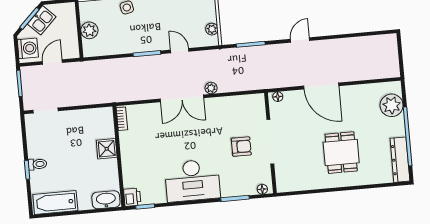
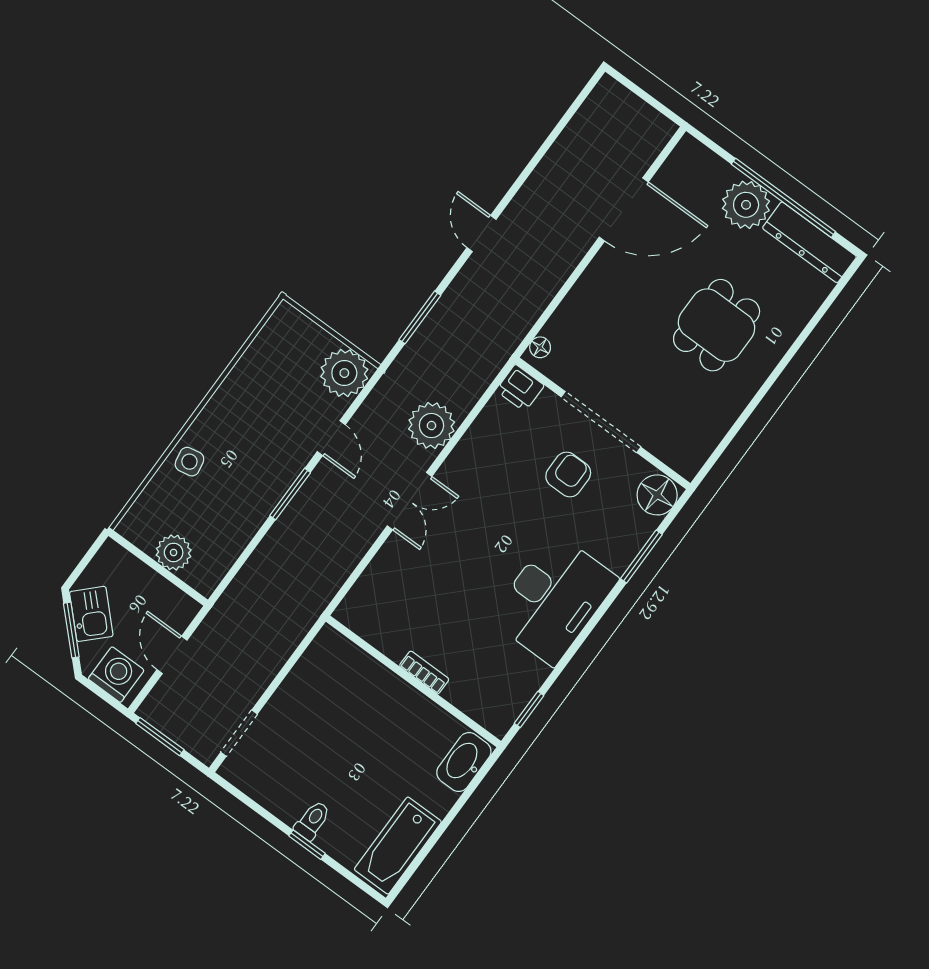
plant: (212, 29) -> (344, 373), width x1.88, depth x1.88
door: (180, 51) -> (331, 438), swing flipped
door: (321, 86) -> (624, 210), moved
plant: (211, 88) -> (431, 426), width x1.88, depth x1.88
double door: (182, 98) -> (410, 501), width x0.73
plant: (392, 105) -> (746, 205), moved
bookcase: (122, 119) -> (424, 673), moved
shower: (107, 149) -> (384, 690), removed
dining table: (341, 153) -> (717, 325), turned 90
floor lamp: (262, 189) -> (657, 495), width x1.89, depth x1.89
printer: (132, 197) -> (520, 388), moved, turned 180

